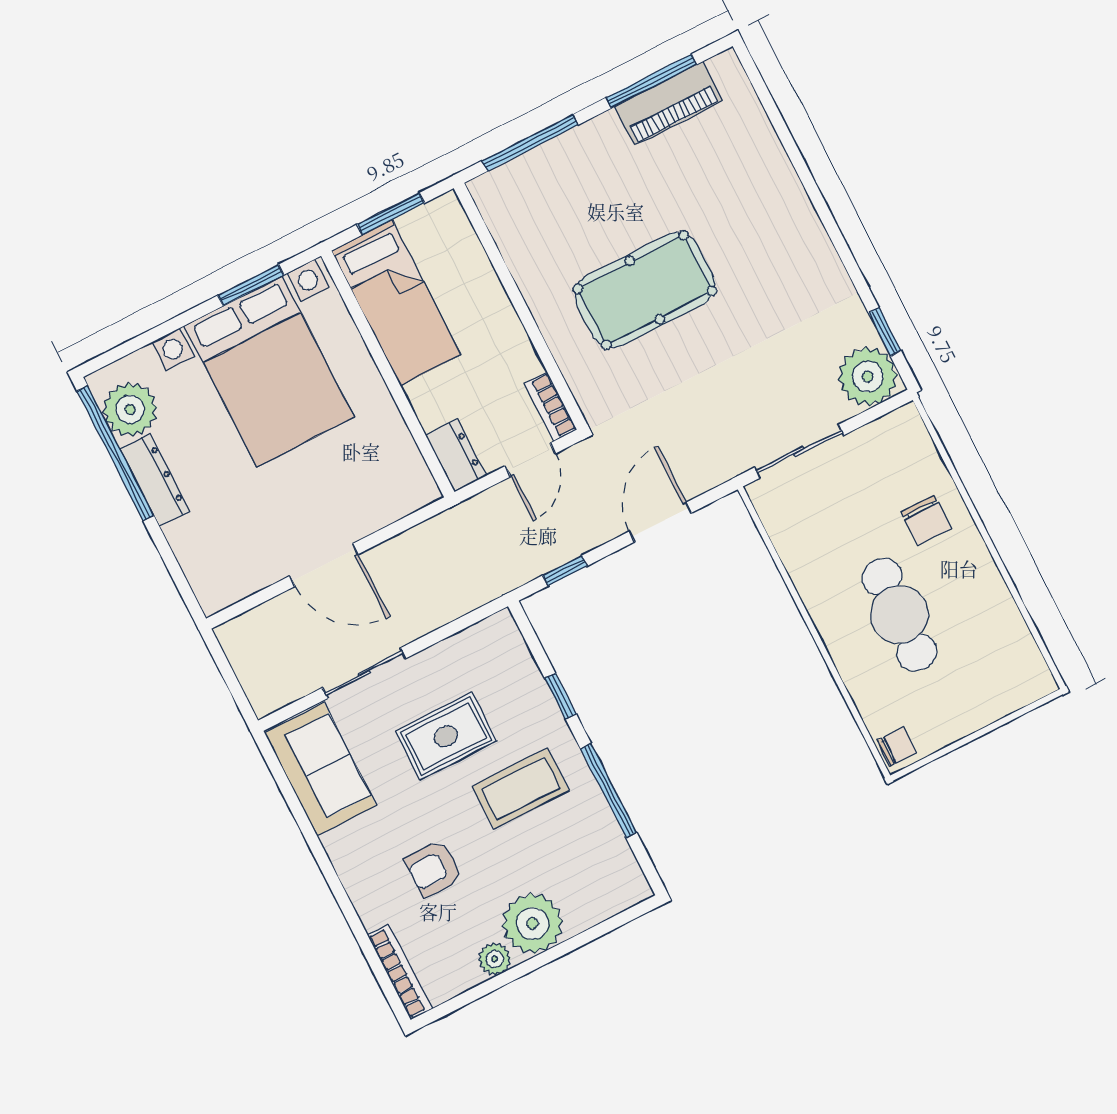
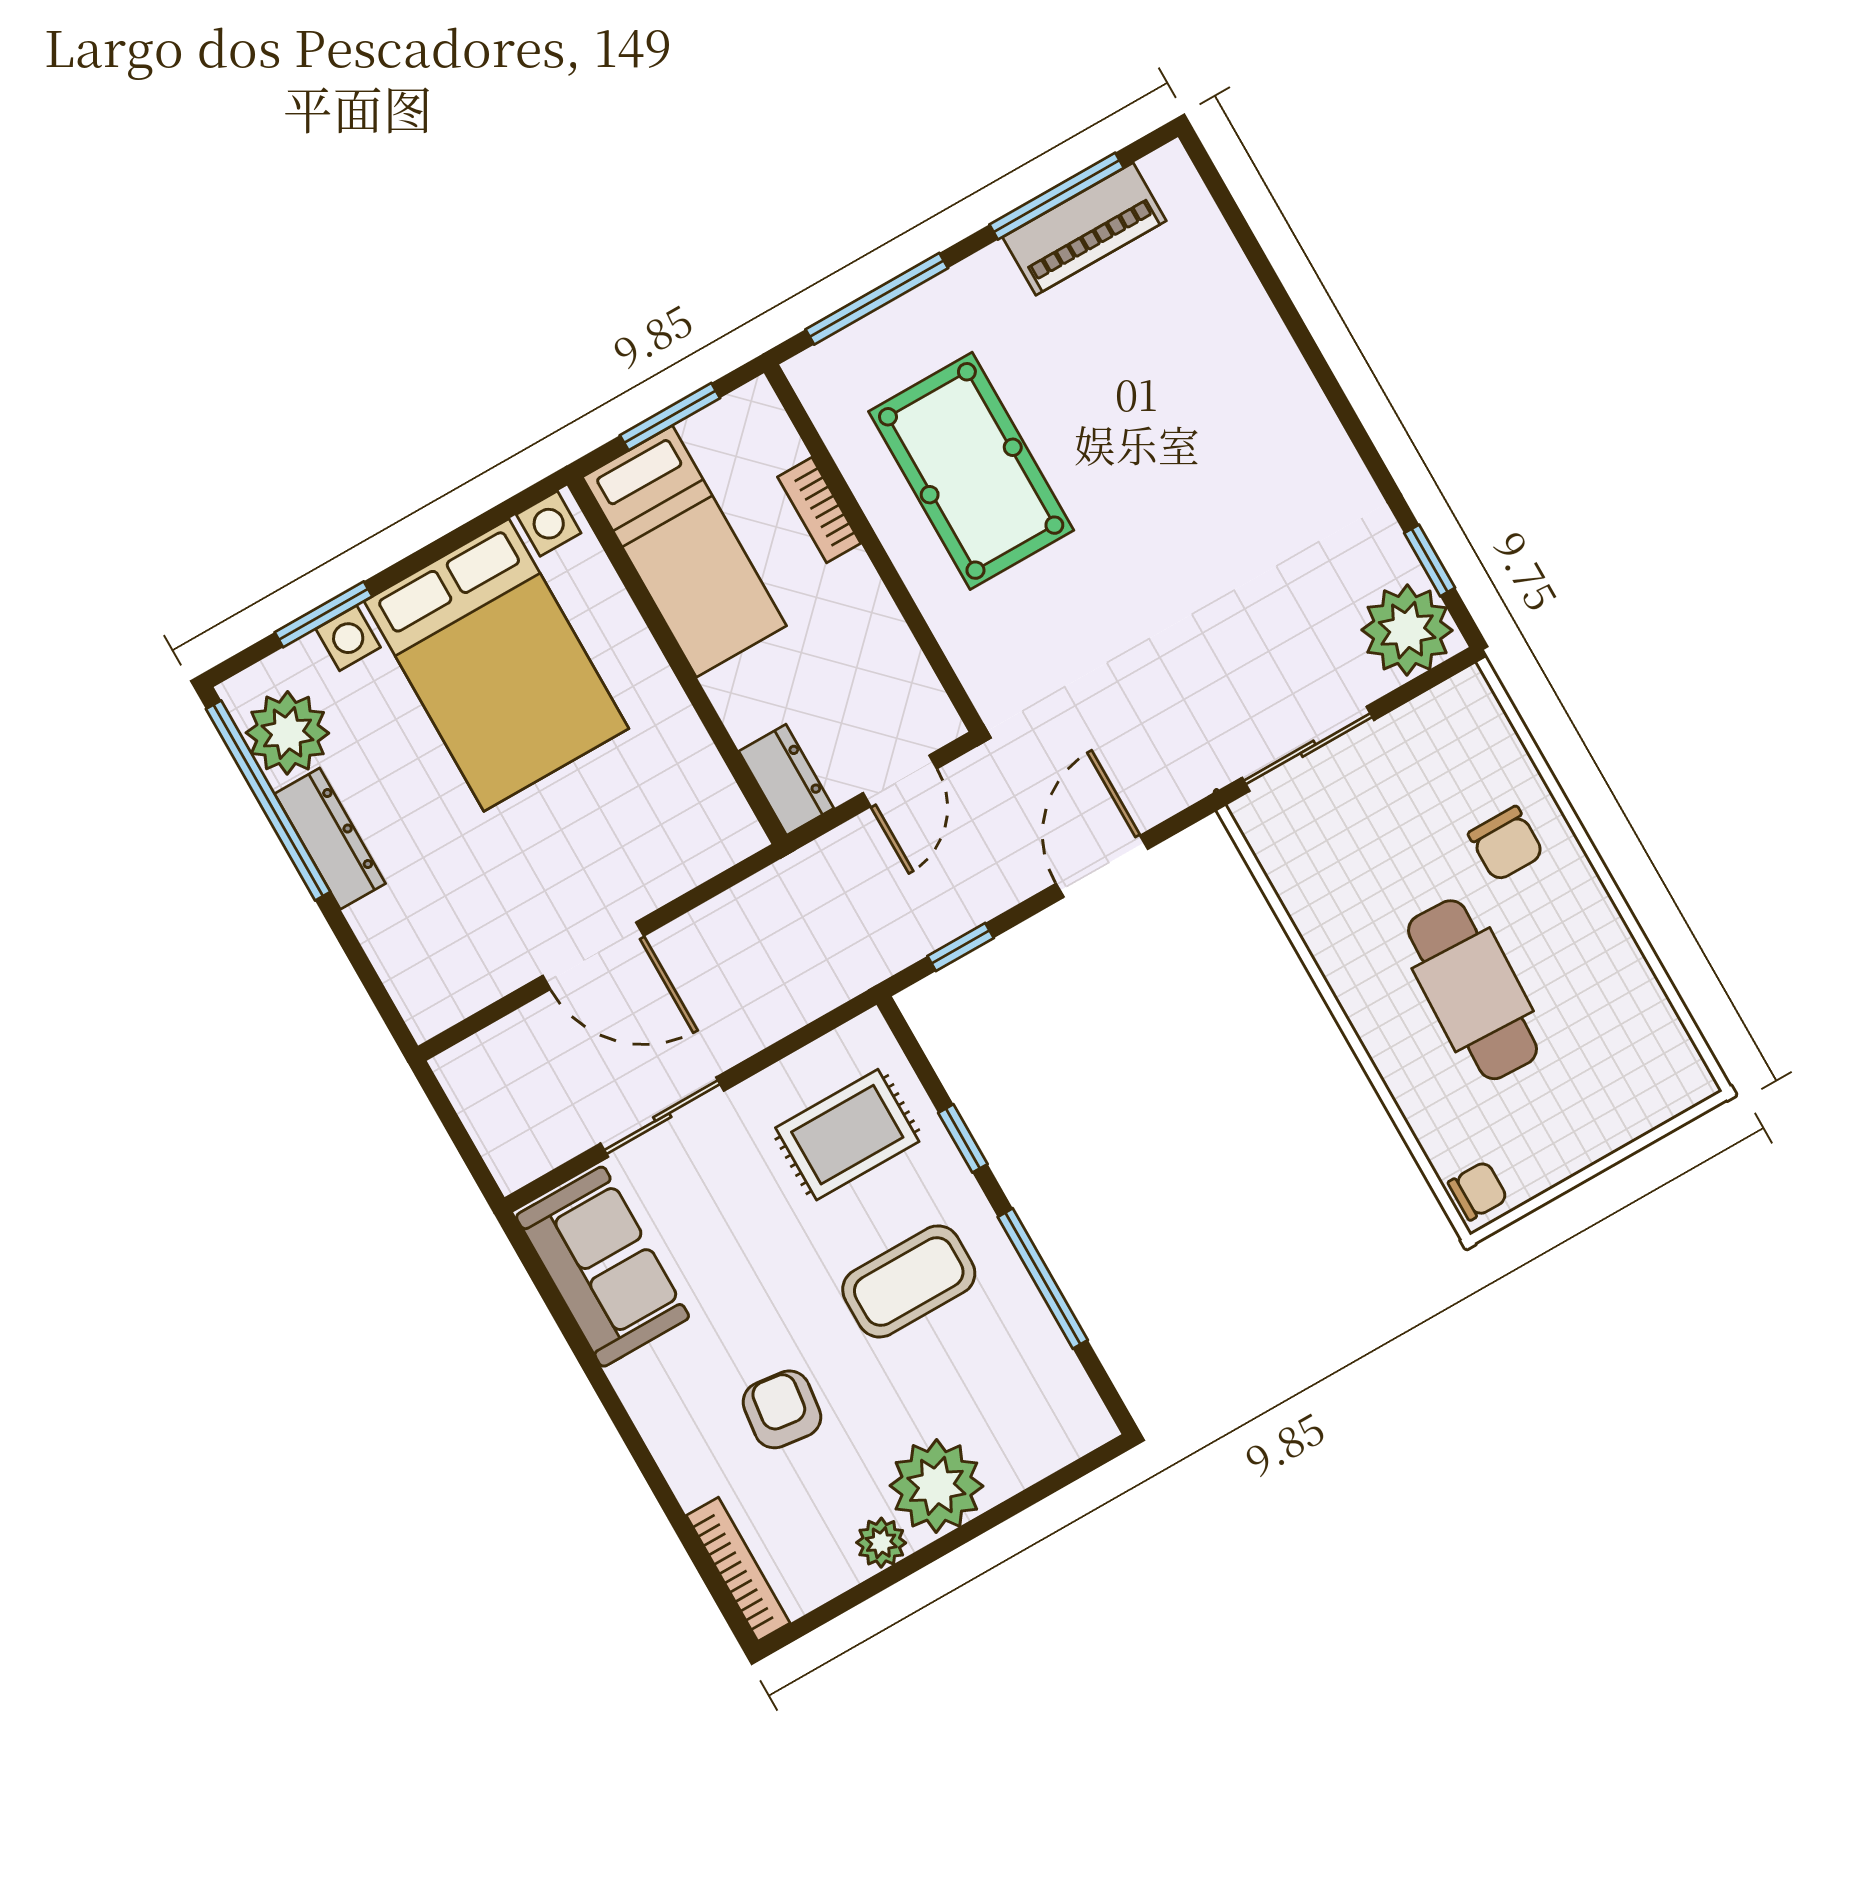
window: (251, 285) -> (323, 614), moved
pool table: (645, 290) -> (971, 471), moved, turned 90
bookcase: (550, 407) -> (819, 510), moved
rug: (446, 736) -> (847, 1135), moved
armchair: (434, 869) -> (782, 1409), turned 97

